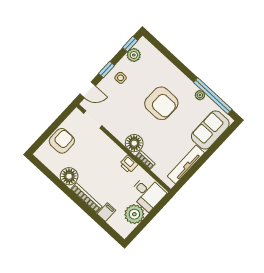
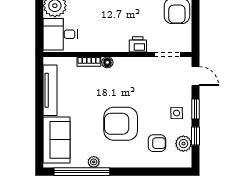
window: (130, 44) -> (195, 136), moved
armchair: (150, 71) -> (157, 143), added
door: (88, 90) -> (195, 76), swing flipped
floor lamp: (134, 143) -> (107, 62), width x0.53, depth x0.53
printer: (129, 164) -> (138, 44), moved

